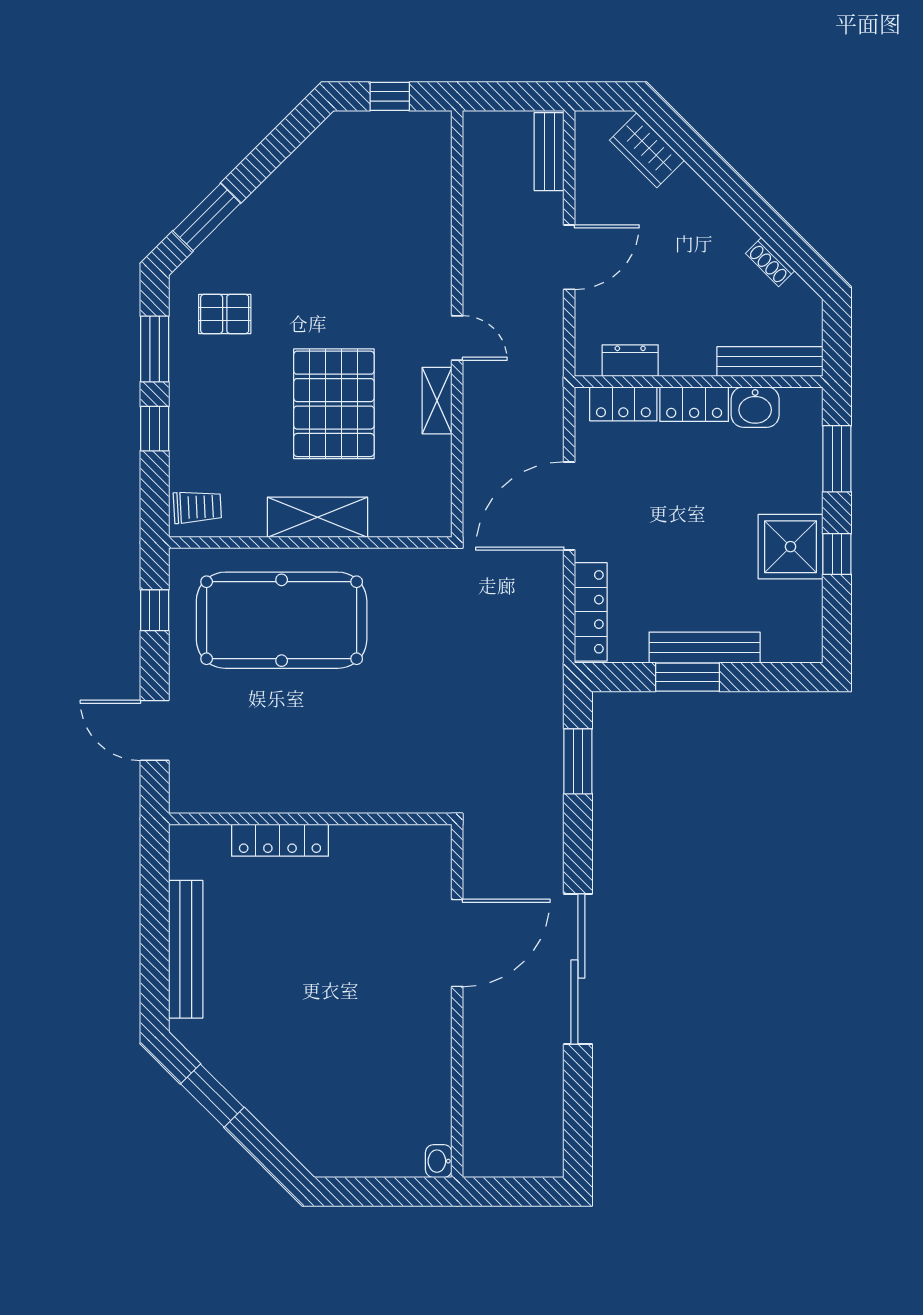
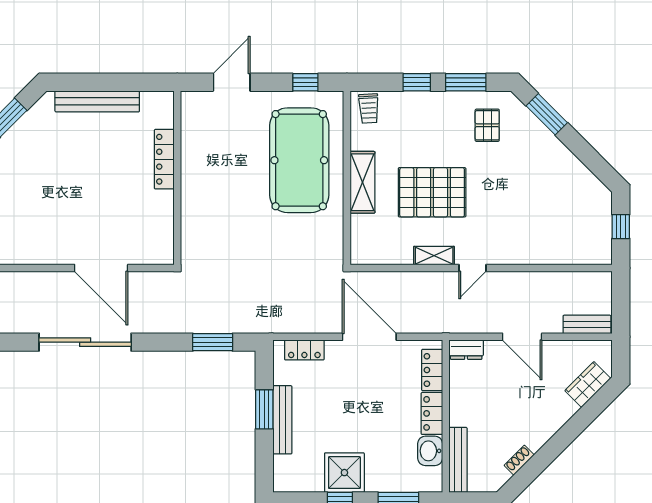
dresser: (630, 361) -> (466, 350), moved, turned 90
locker: (591, 612) -> (304, 350), width x0.66

